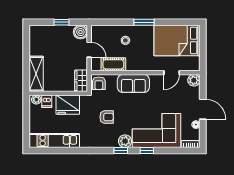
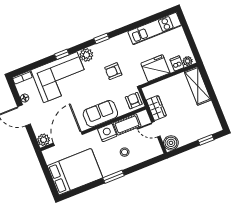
window: (62, 22) -> (206, 140), moved
nightstand: (134, 64) -> (107, 133), added
door: (172, 73) -> (68, 139), width x1.88
wardrobe: (81, 81) -> (156, 108), moved
window: (121, 151) -> (102, 39), moved

